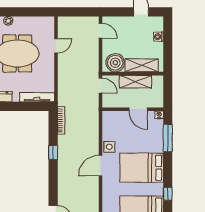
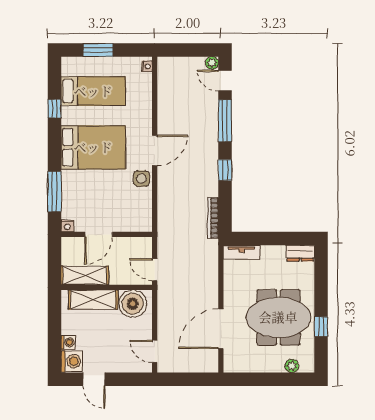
washing machine: (156, 24) -> (72, 361), added
door: (56, 46) -> (221, 329), width x1.88
shelving: (135, 82) -> (85, 275), moved
tv unit: (37, 97) -> (242, 252), width x0.71
door: (138, 109) -> (99, 234), swing flipped
window: (53, 186) -> (225, 121), added

